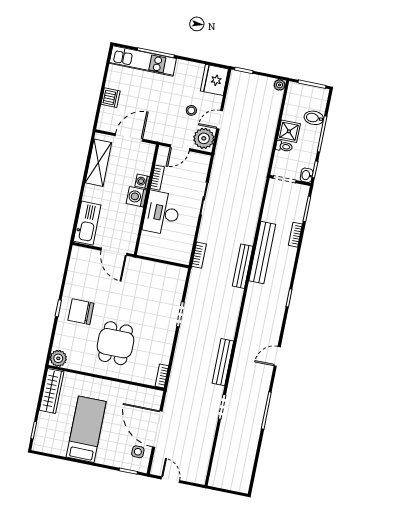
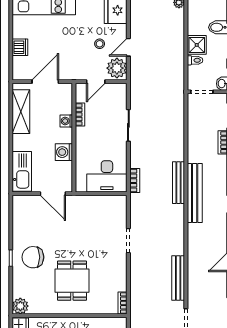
washing machine: (137, 197) -> (64, 152), moved
desk: (162, 213) -> (107, 176), moved, turned -90
bench: (262, 253) -> (195, 193), moved

